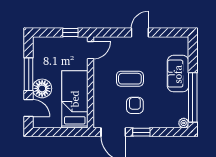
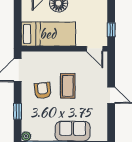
armchair: (135, 105) -> (43, 91), turned -96
window: (141, 132) -> (18, 112), moved

